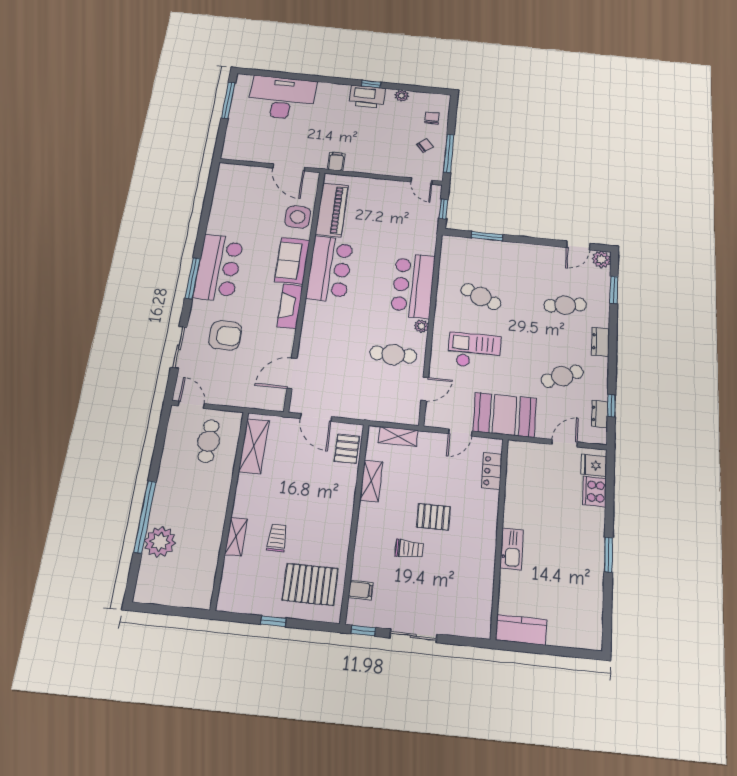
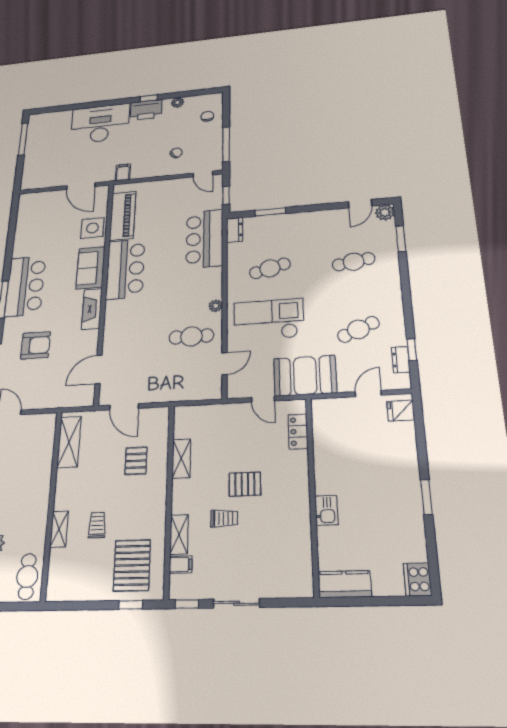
desk: (282, 98) -> (100, 124), moved
chair: (425, 146) -> (176, 153), moved
bar counter: (413, 285) -> (205, 239), moved
cafe table: (481, 296) -> (270, 268), turned -39
dresser: (601, 342) -> (235, 230), moved, turned 180
checkout: (474, 350) -> (269, 320), width x1.36, depth x1.21
door: (460, 432) -> (263, 399), hinge flipped
shelving: (398, 436) -> (179, 534), moved, turned 90
cafe table: (209, 441) -> (27, 576), moved
pallet: (347, 449) -> (136, 461), moved
cooker: (595, 491) -> (417, 579), moved
kitchen sink: (512, 549) -> (326, 510), width x0.73
pallet: (310, 584) -> (132, 565), turned 90
window: (273, 621) -> (131, 605), moved

